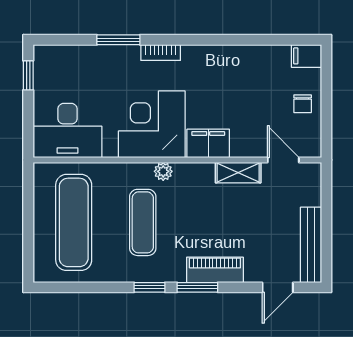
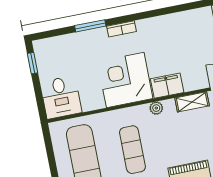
desk: (68, 130) -> (61, 97), width x0.73
plant: (163, 171) -> (156, 108), moved

